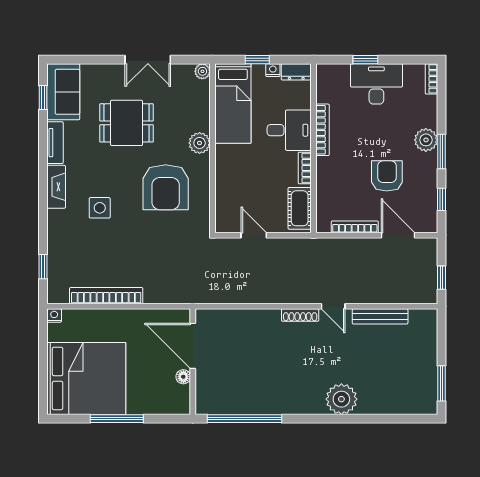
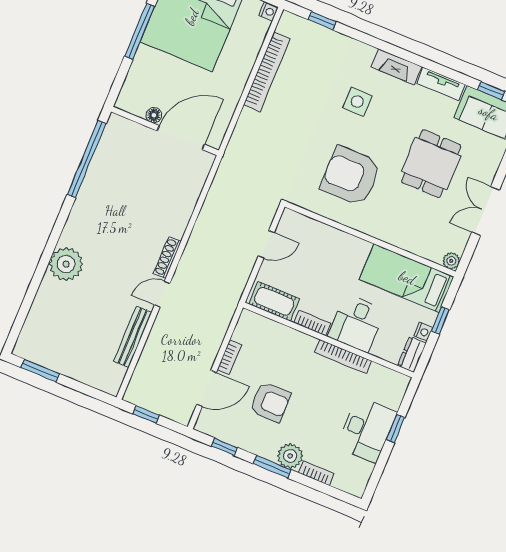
bookcase: (431, 79) -> (316, 473), moved
plant: (200, 143) -> (381, 228), removed
bookcase: (355, 227) -> (229, 357), width x0.64

